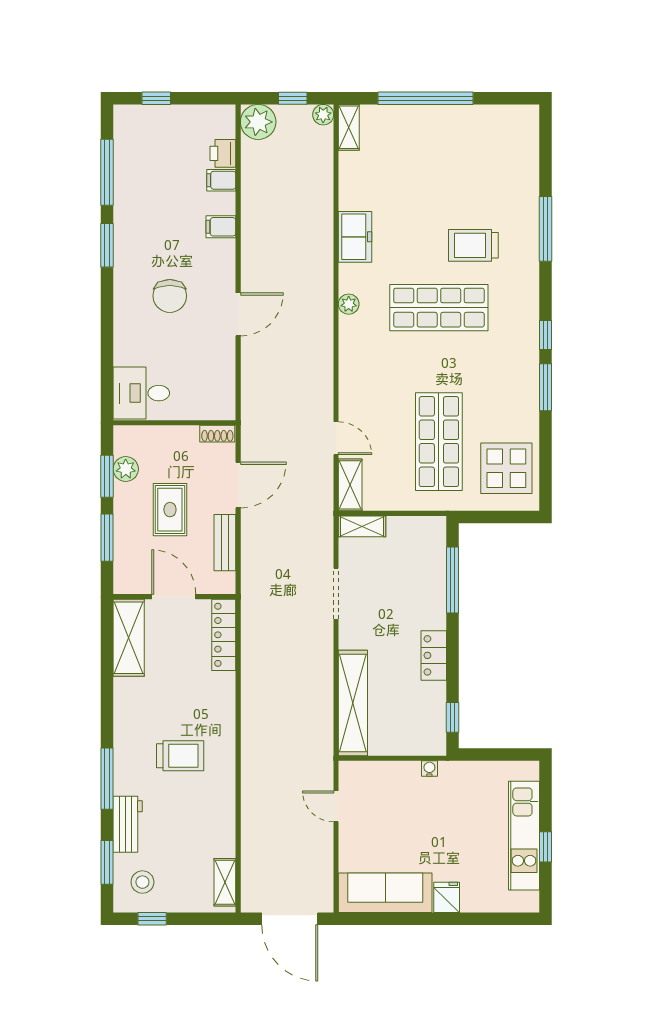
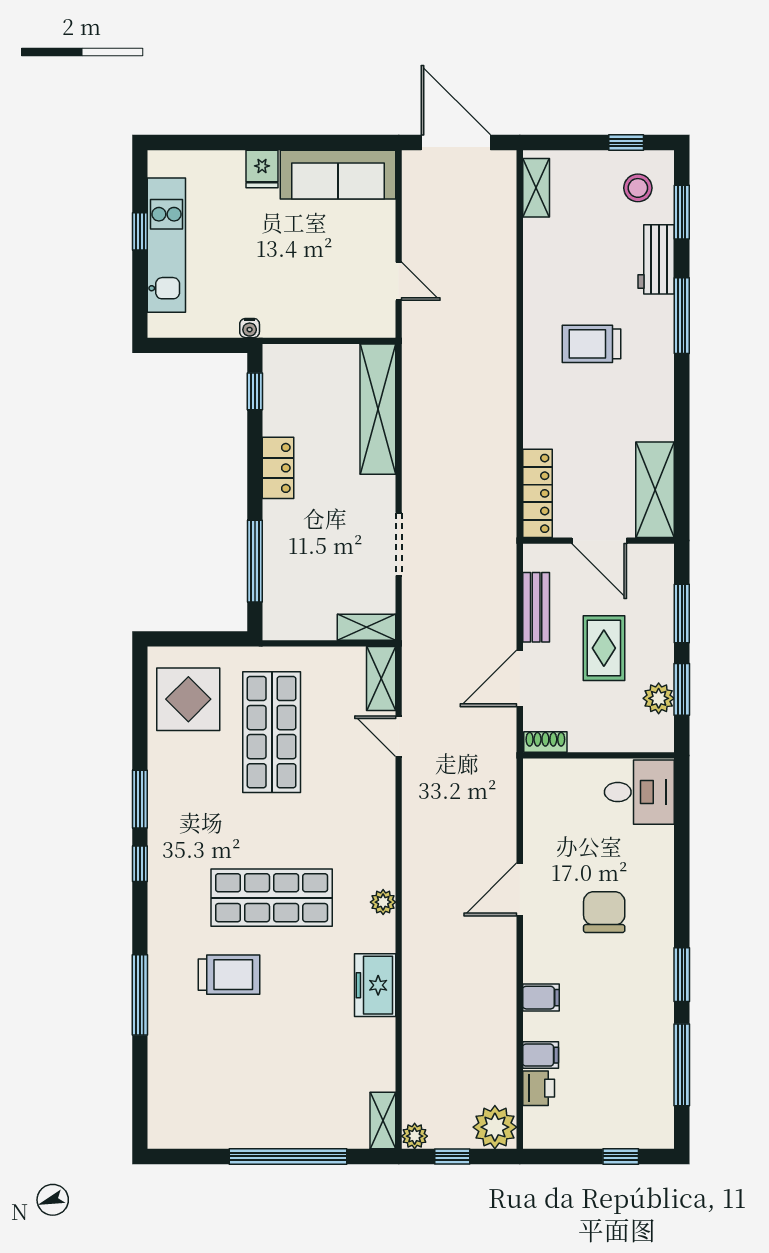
water cooler: (429, 769) -> (250, 328), moved

